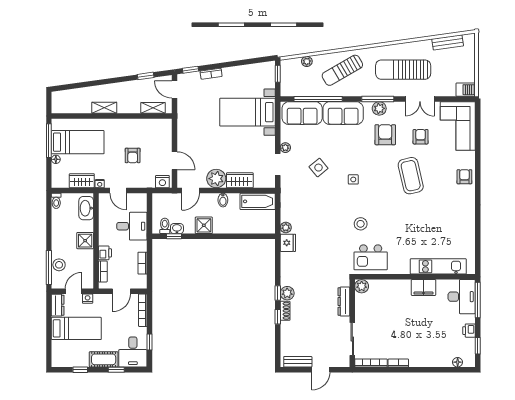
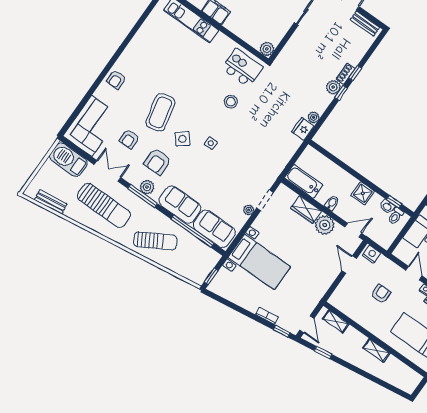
plant: (307, 61) -> (180, 269), removed
barbecue: (466, 90) -> (68, 160), width x1.88, depth x1.53
side table: (319, 168) -> (182, 139), moved
plant: (286, 228) -> (314, 117), moved
dresser: (344, 302) -> (291, 47), removed

